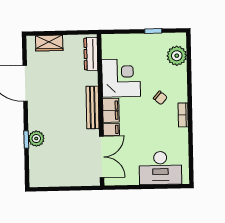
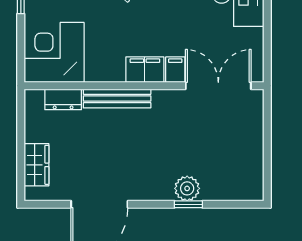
dresser: (91, 54) -> (63, 99), width x0.70
corner desk: (121, 78) -> (54, 52), moved
bench: (93, 107) -> (117, 98), moved

